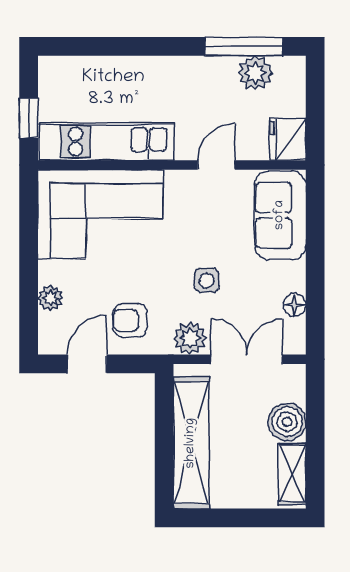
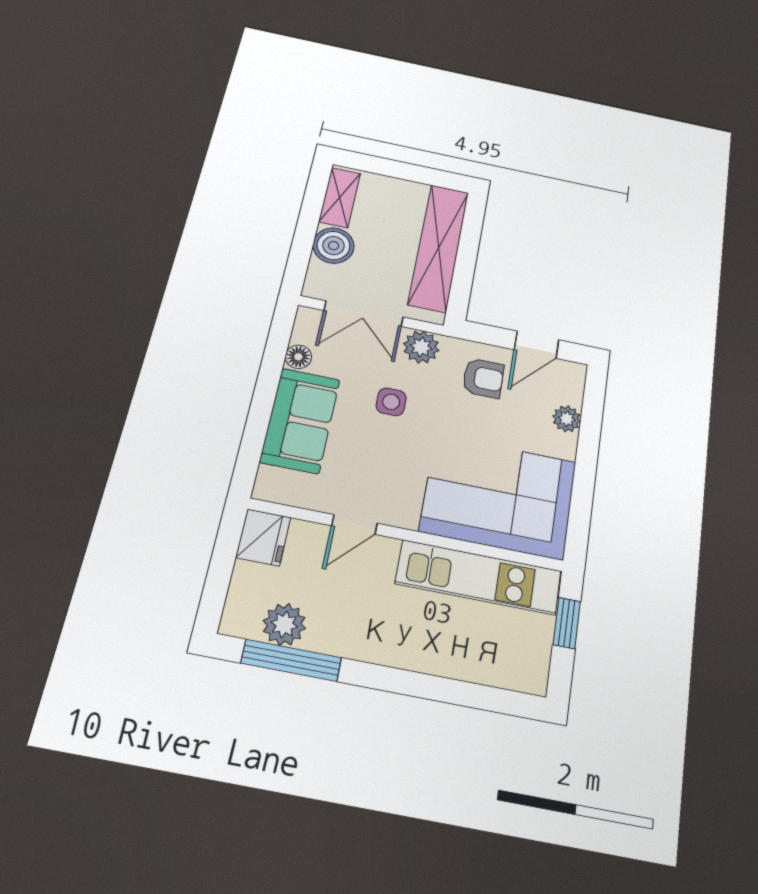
sofa: (280, 215) -> (300, 420), moved

